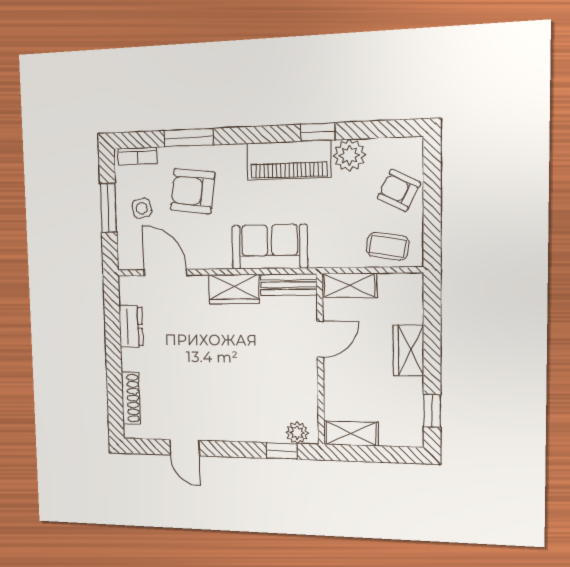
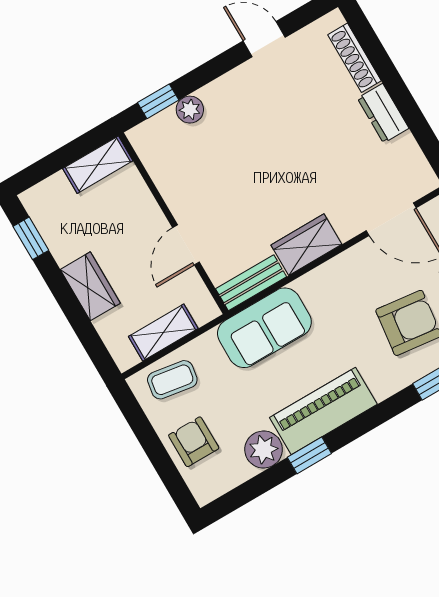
armchair: (399, 190) -> (194, 442), turned -117
sofa: (270, 247) -> (264, 328), moved
shelving: (349, 285) -> (163, 332), moved
dresser: (131, 326) -> (383, 113), moved
plant: (297, 433) -> (190, 110), moved

